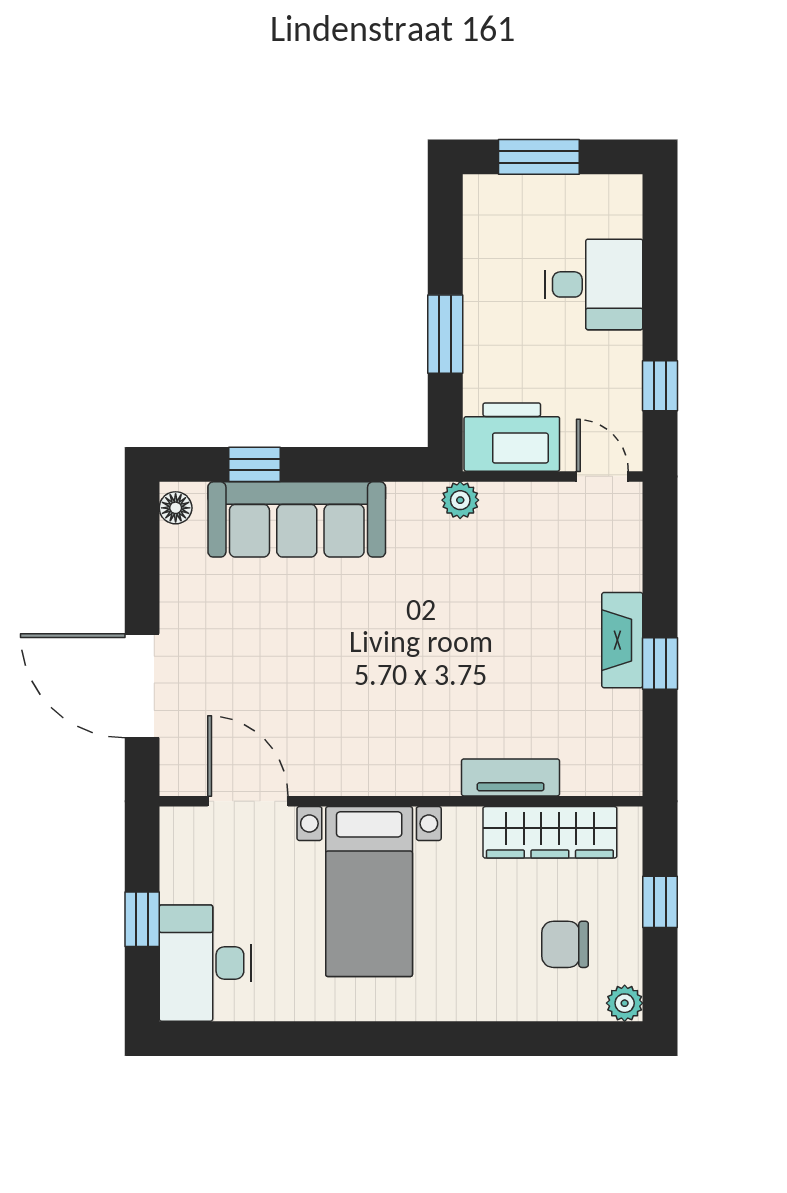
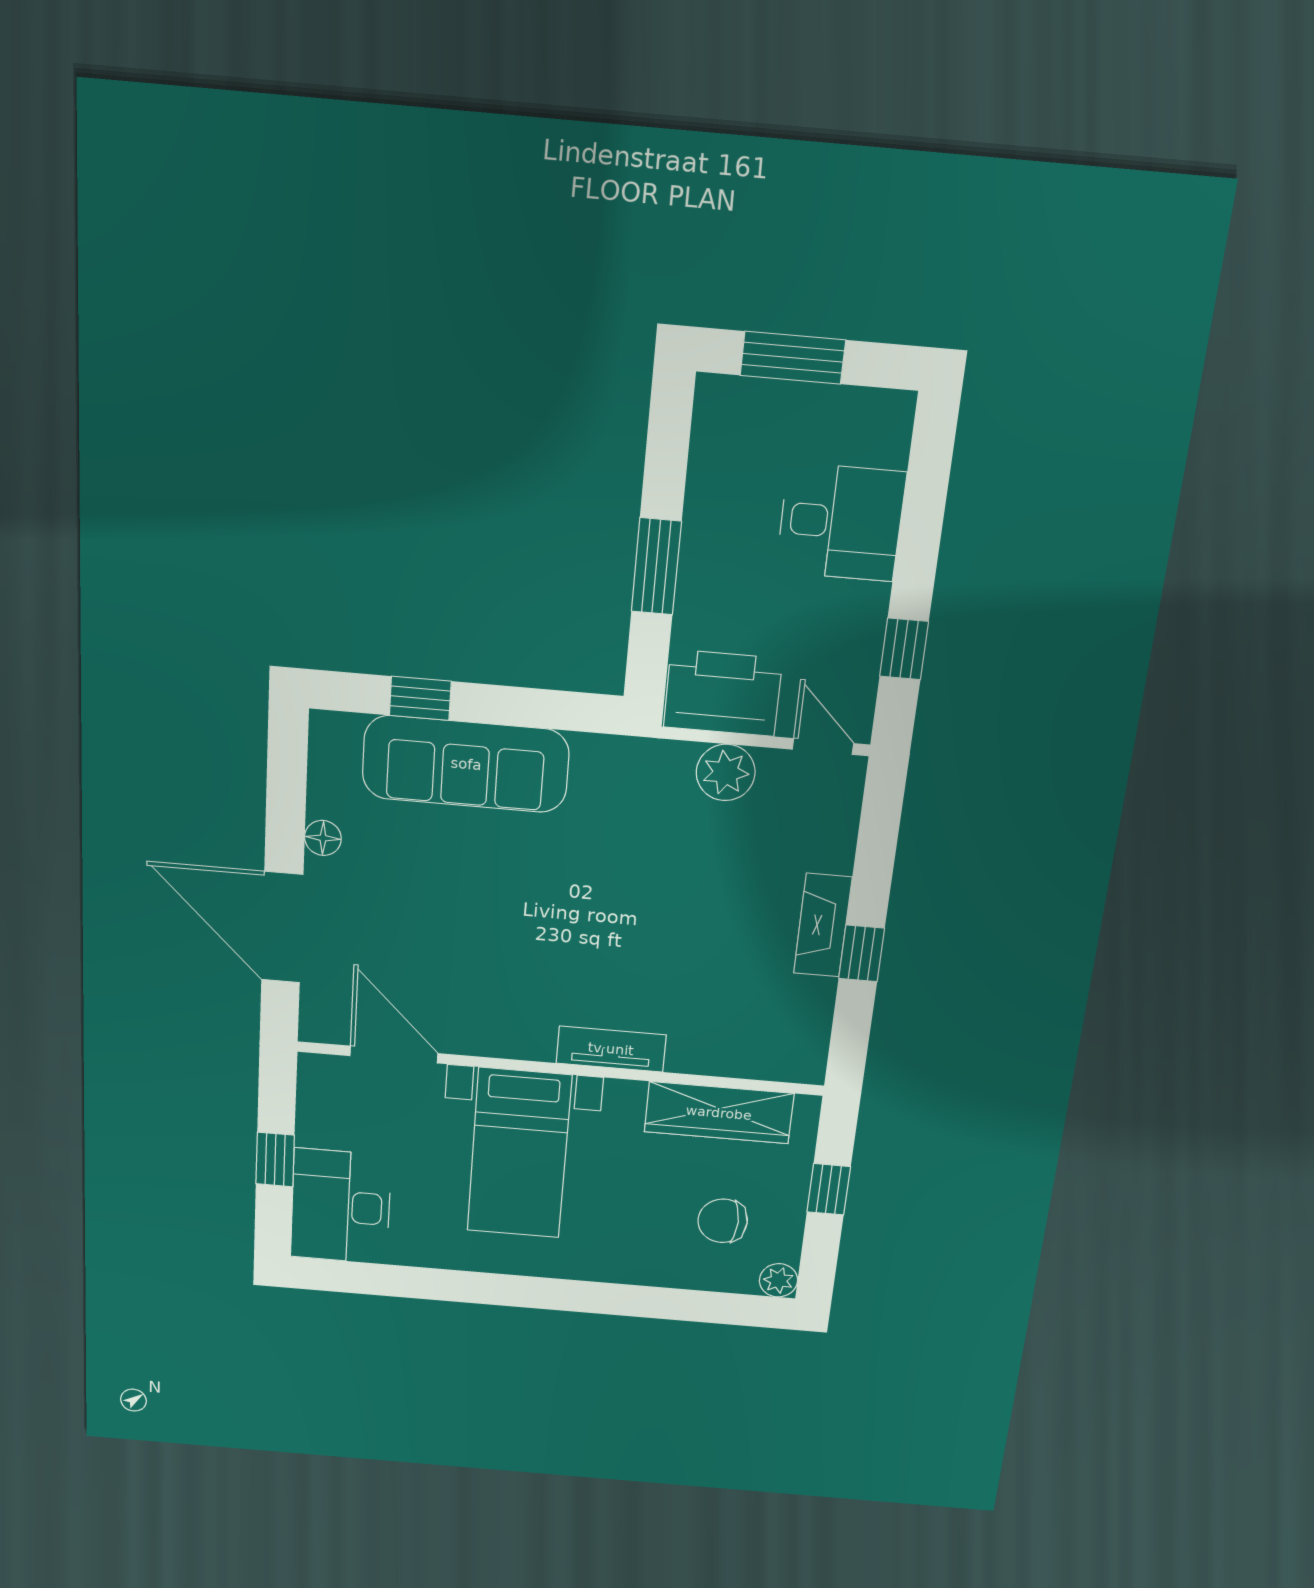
plant: (460, 500) -> (726, 772), moved, width x1.38, depth x1.38
floor lamp: (176, 508) -> (323, 838), moved
tv unit: (511, 777) -> (611, 1049), moved

